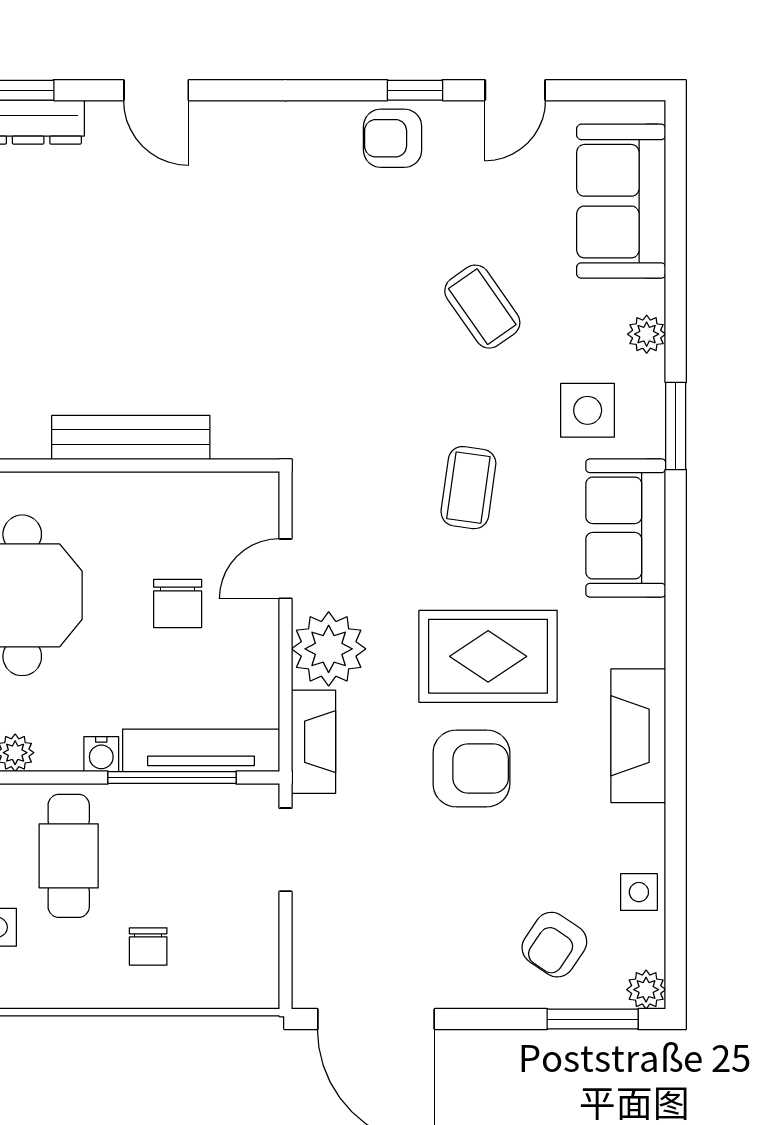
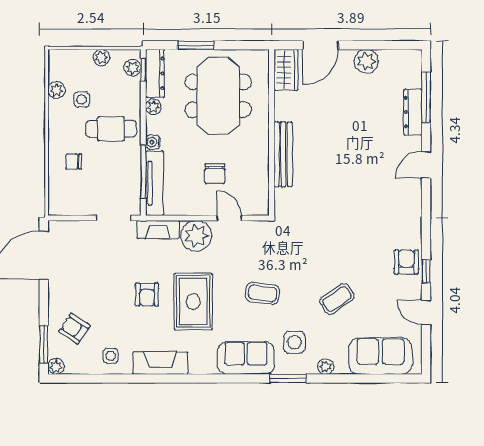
chair: (178, 603) -> (215, 174), turned -90
armchair: (471, 768) -> (147, 295), width x0.72, depth x0.72
side table: (639, 892) -> (111, 356), moved

